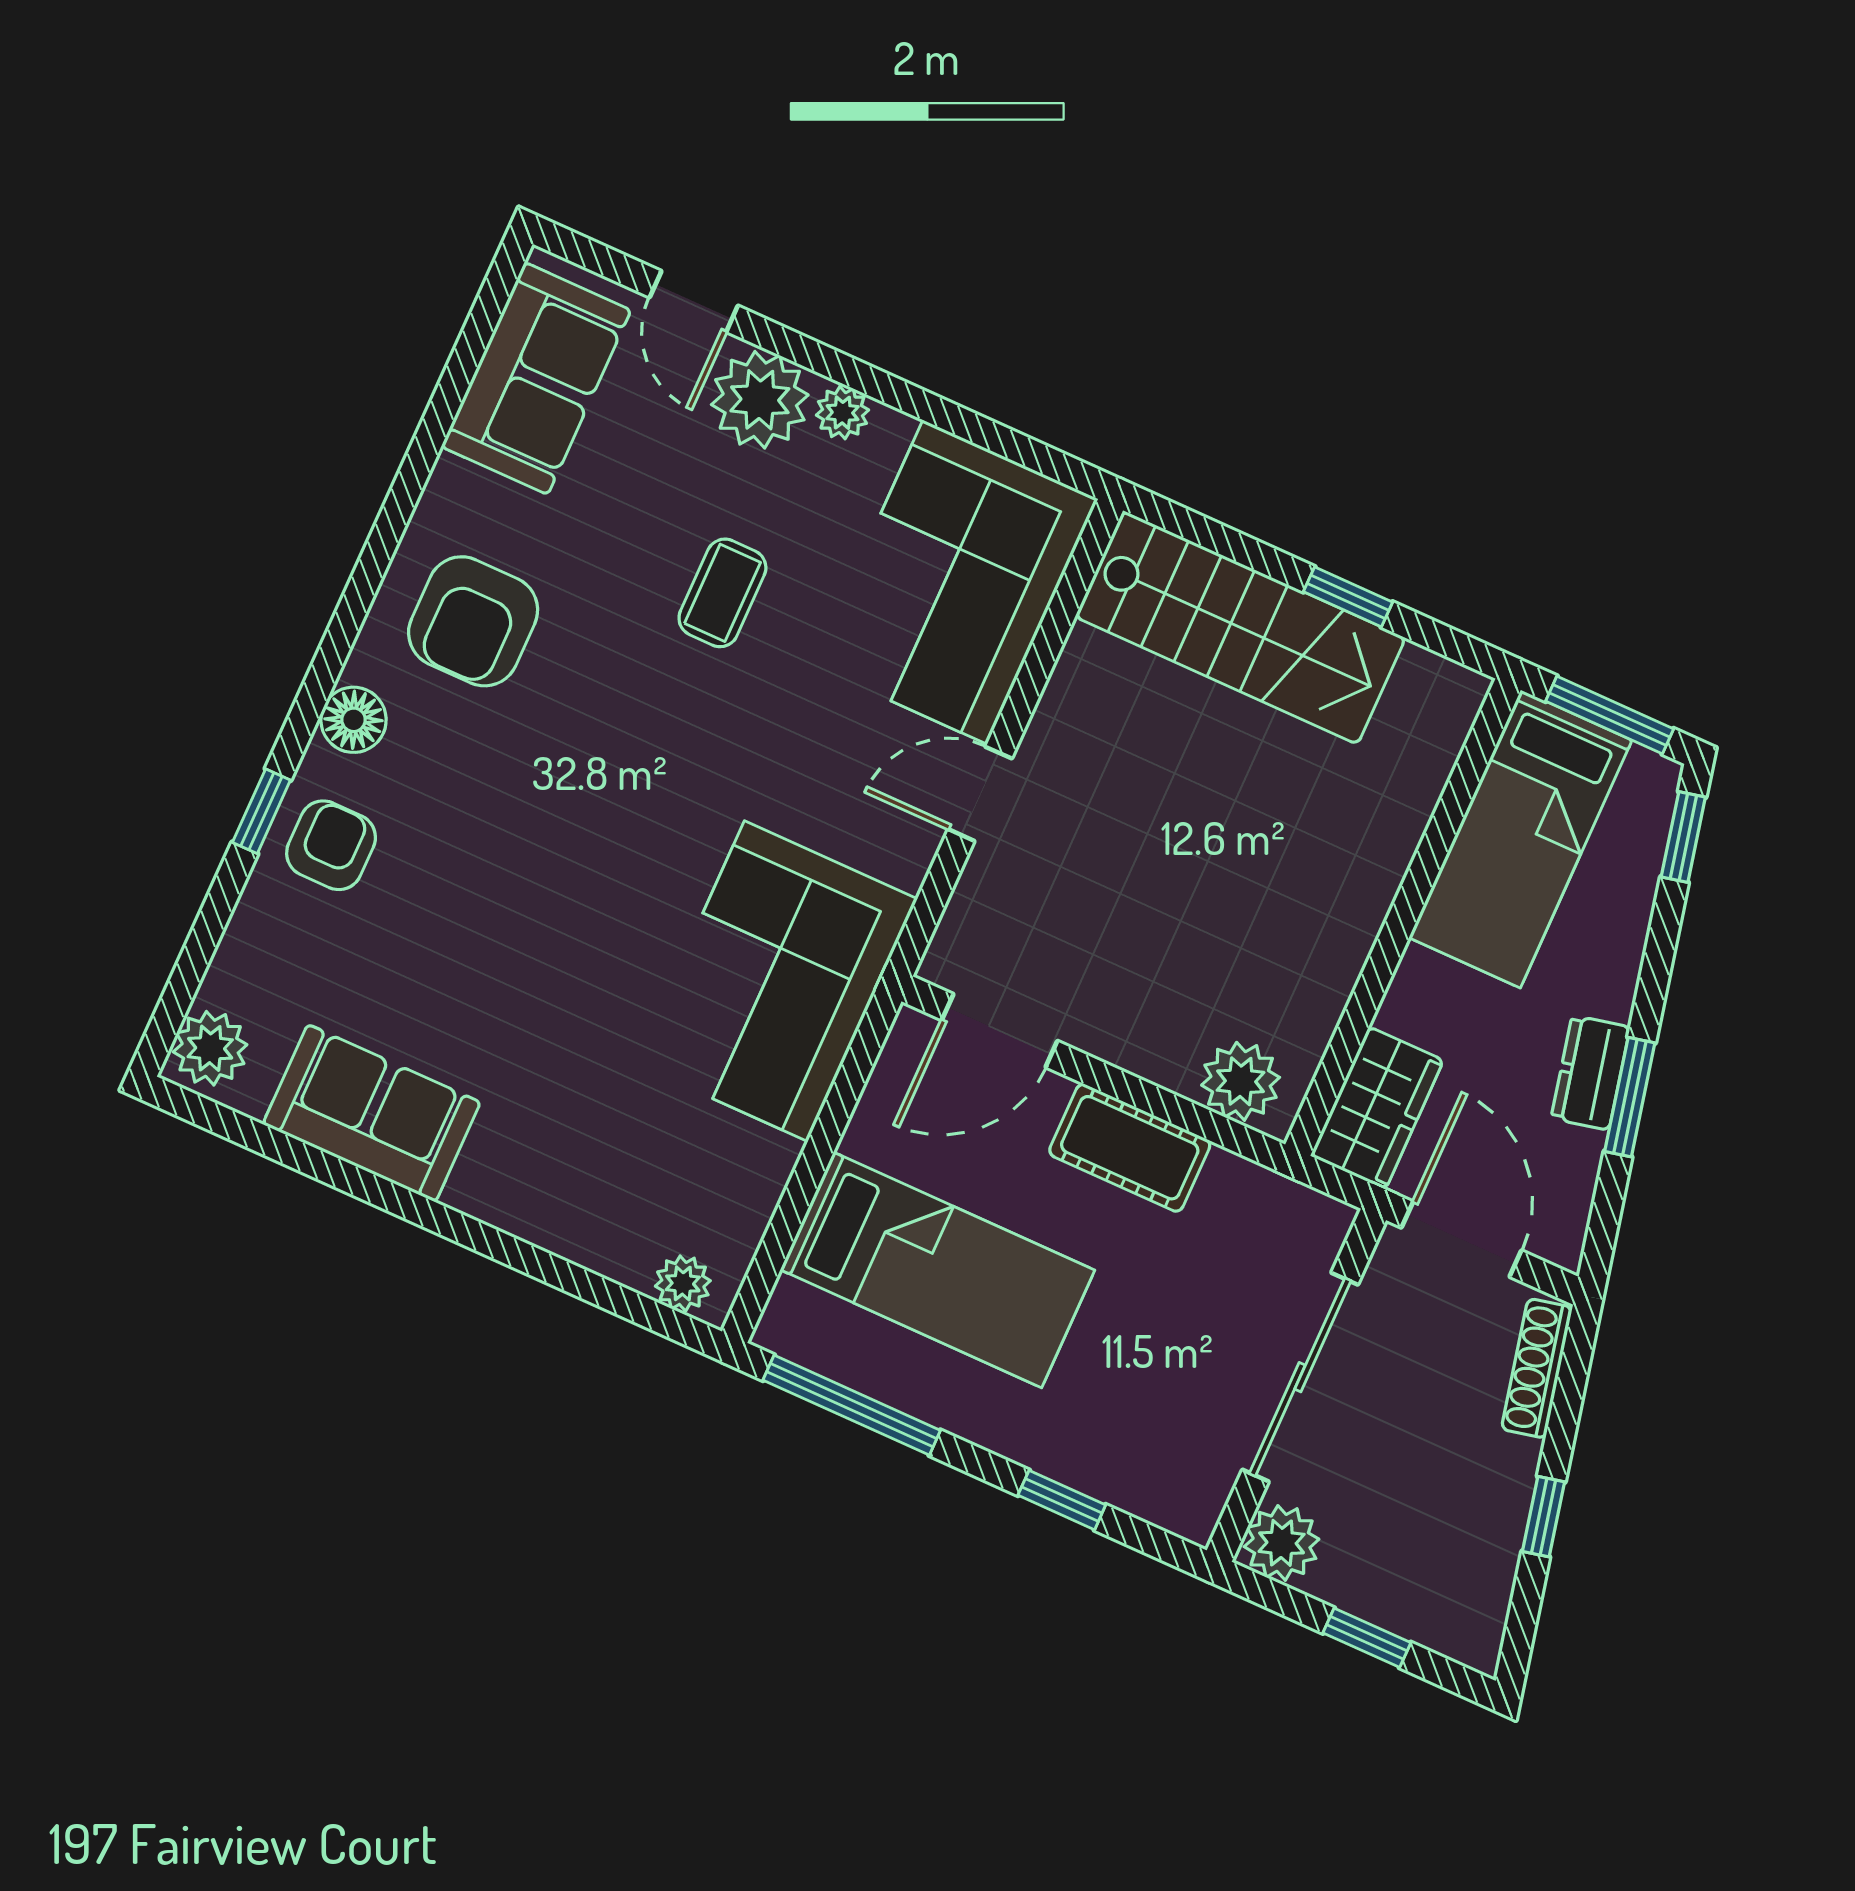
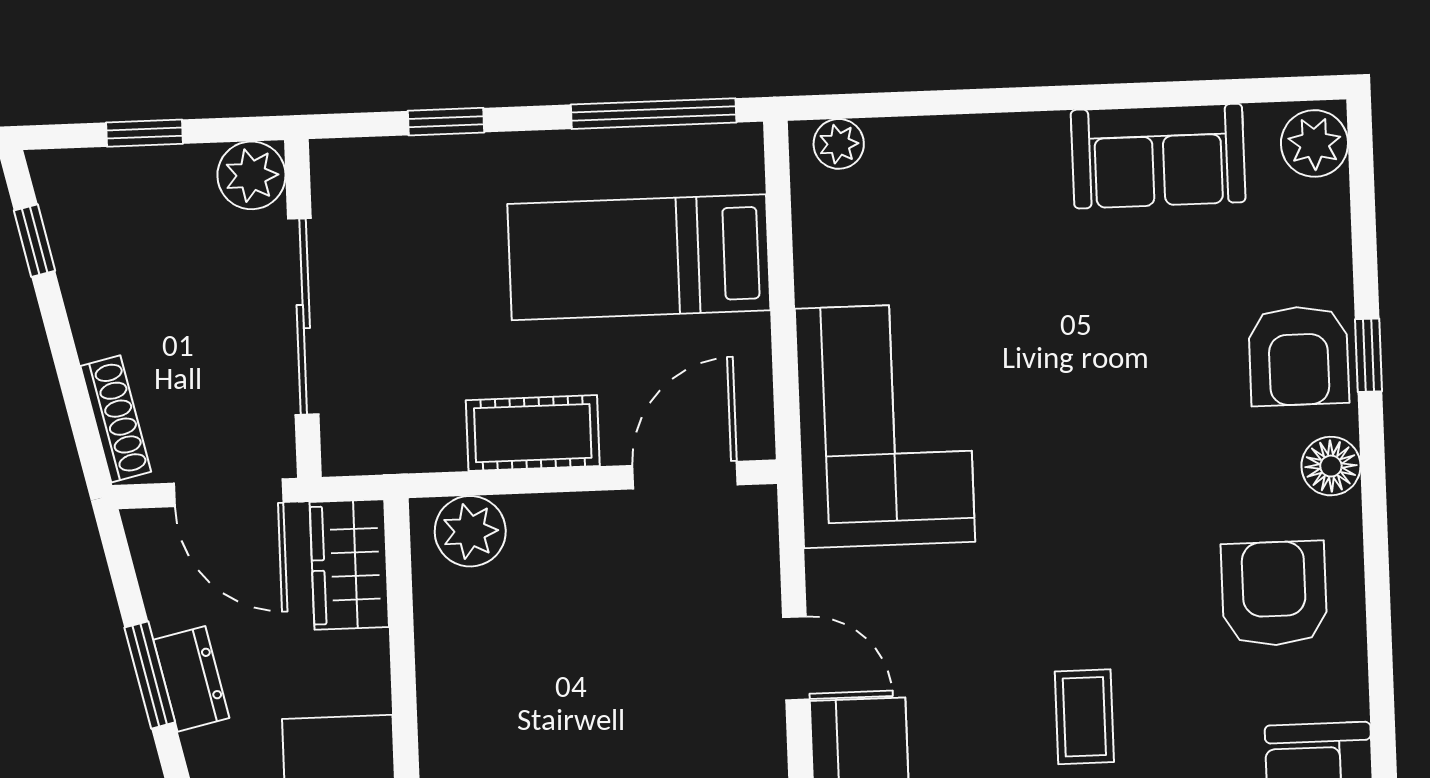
door: (980, 794) -> (796, 658), hinge flipped
armchair: (331, 845) -> (1299, 356), width x1.38, depth x1.38
window: (1543, 1517) -> (34, 241), moved

